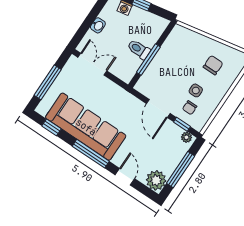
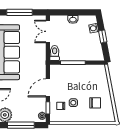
toilet: (139, 49) -> (55, 53), moved
double door: (92, 64) -> (48, 31), swing flipped

